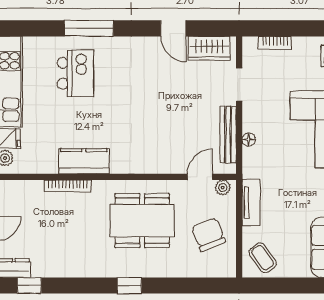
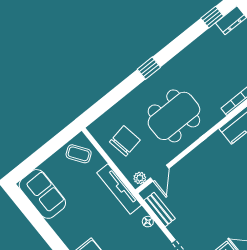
bench: (228, 134) -> (160, 209), width x0.73
tv unit: (251, 203) -> (119, 189), width x1.41
chair: (208, 235) -> (125, 141), turned -78

